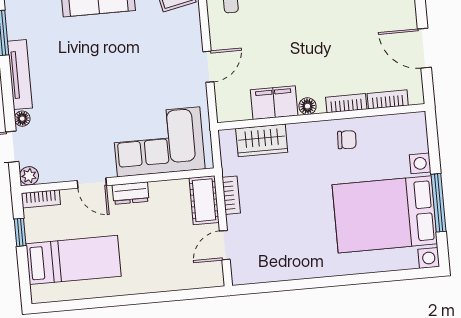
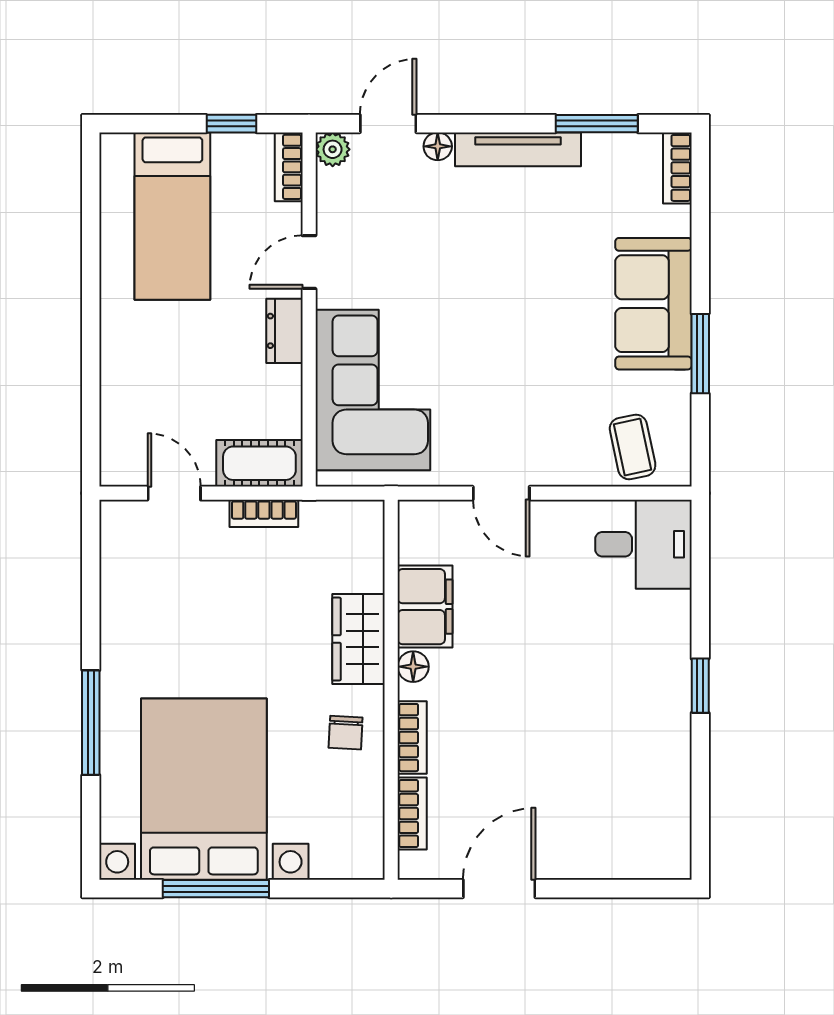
wardrobe: (262, 140) -> (358, 639), moved
window: (354, 279) -> (91, 723), added

